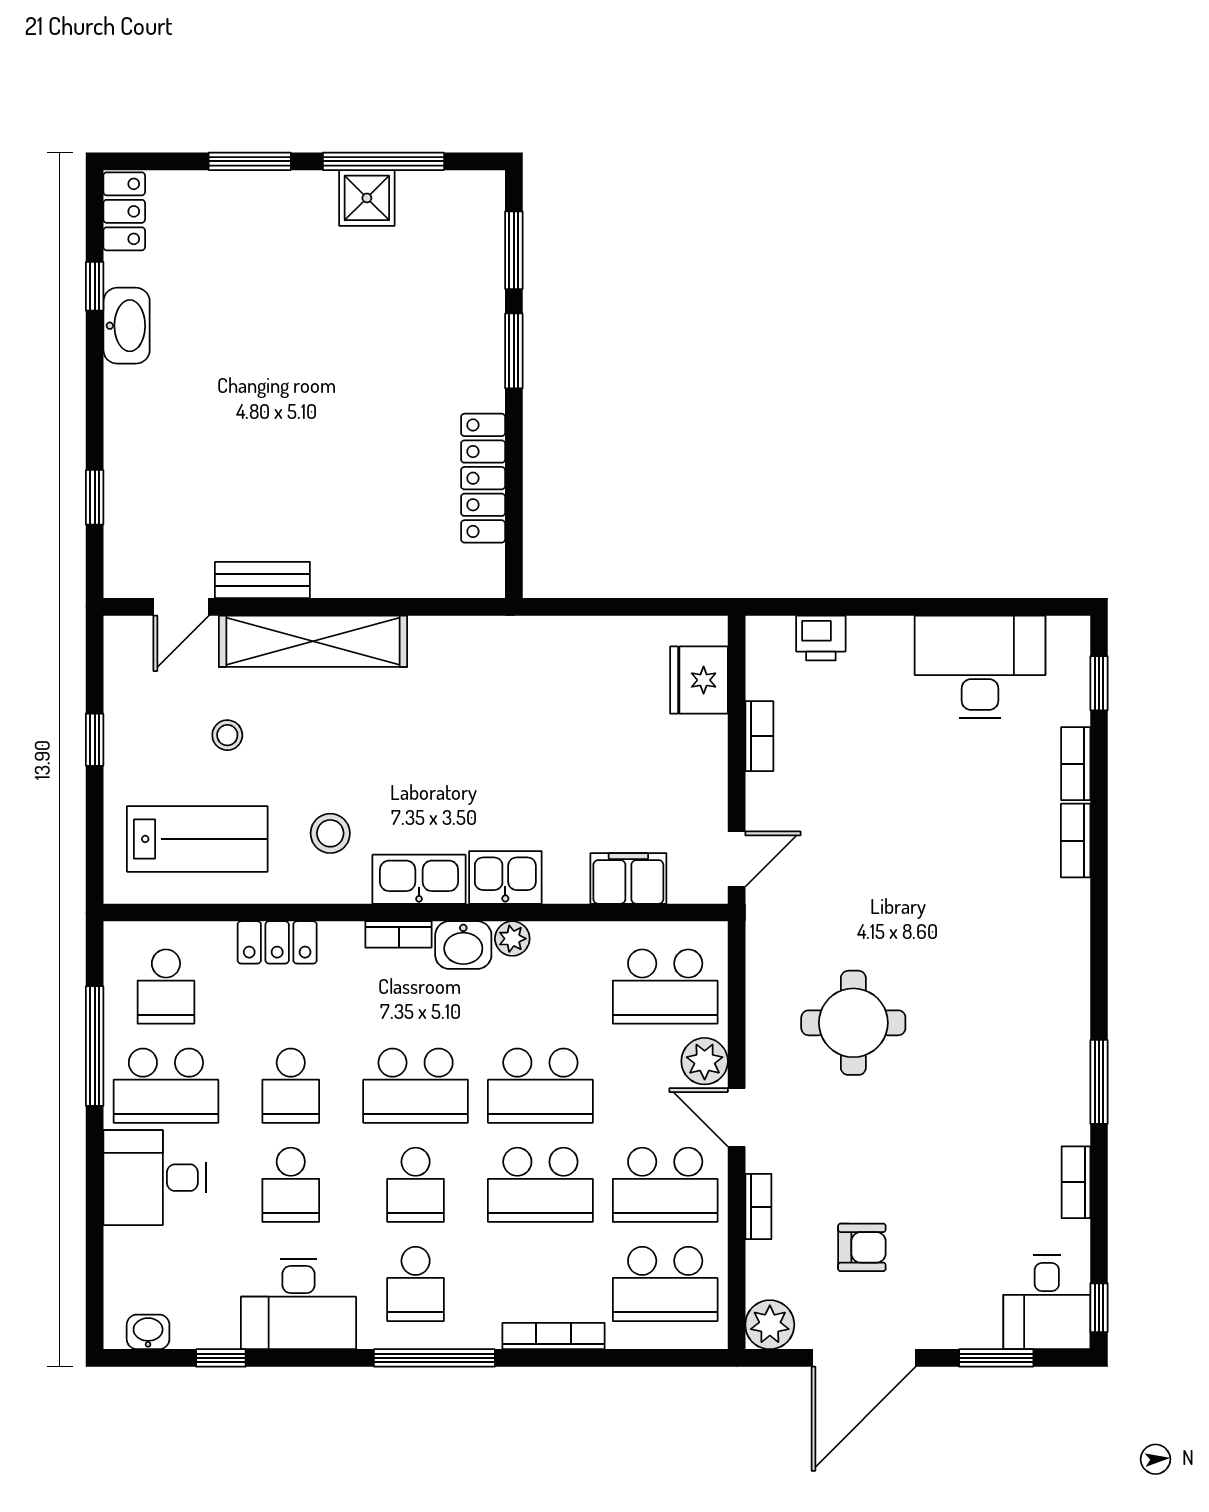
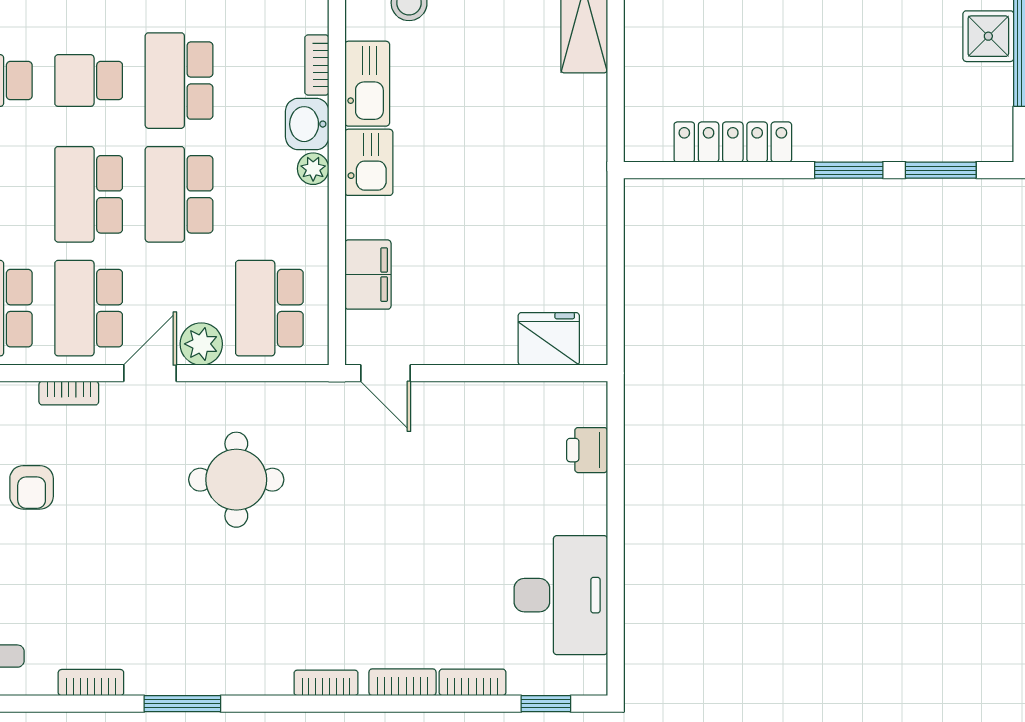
bookcase: (759, 736) -> (326, 683), moved, turned 180

